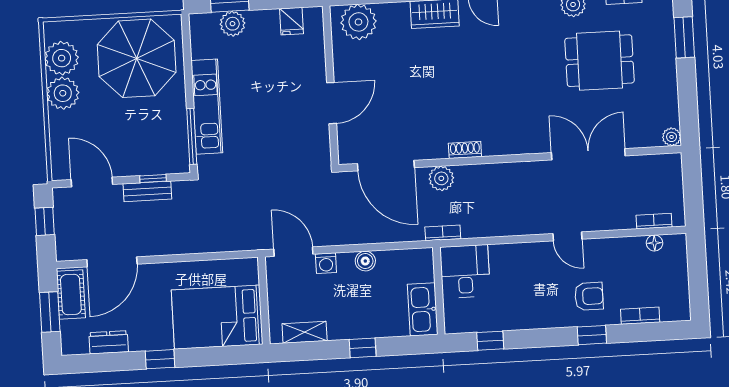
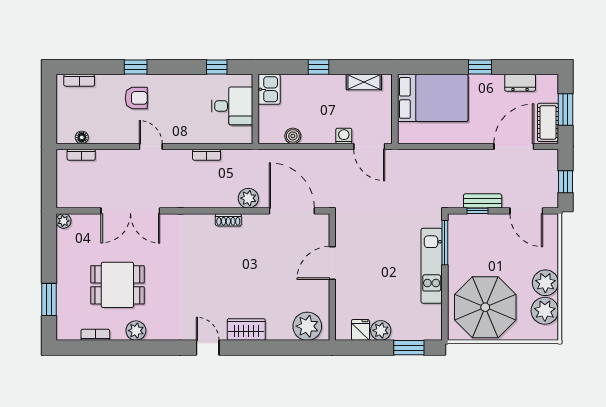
plant: (233, 24) -> (381, 330), moved
bookcase: (443, 233) -> (207, 155), moved
boiler: (365, 261) -> (293, 136), moved
desk: (465, 271) -> (232, 106), moved, turned -90
armchair: (589, 296) -> (136, 98), turned 180
kitchen sink: (423, 309) -> (269, 89), width x0.73
bookcase: (640, 316) -> (79, 80), moved

